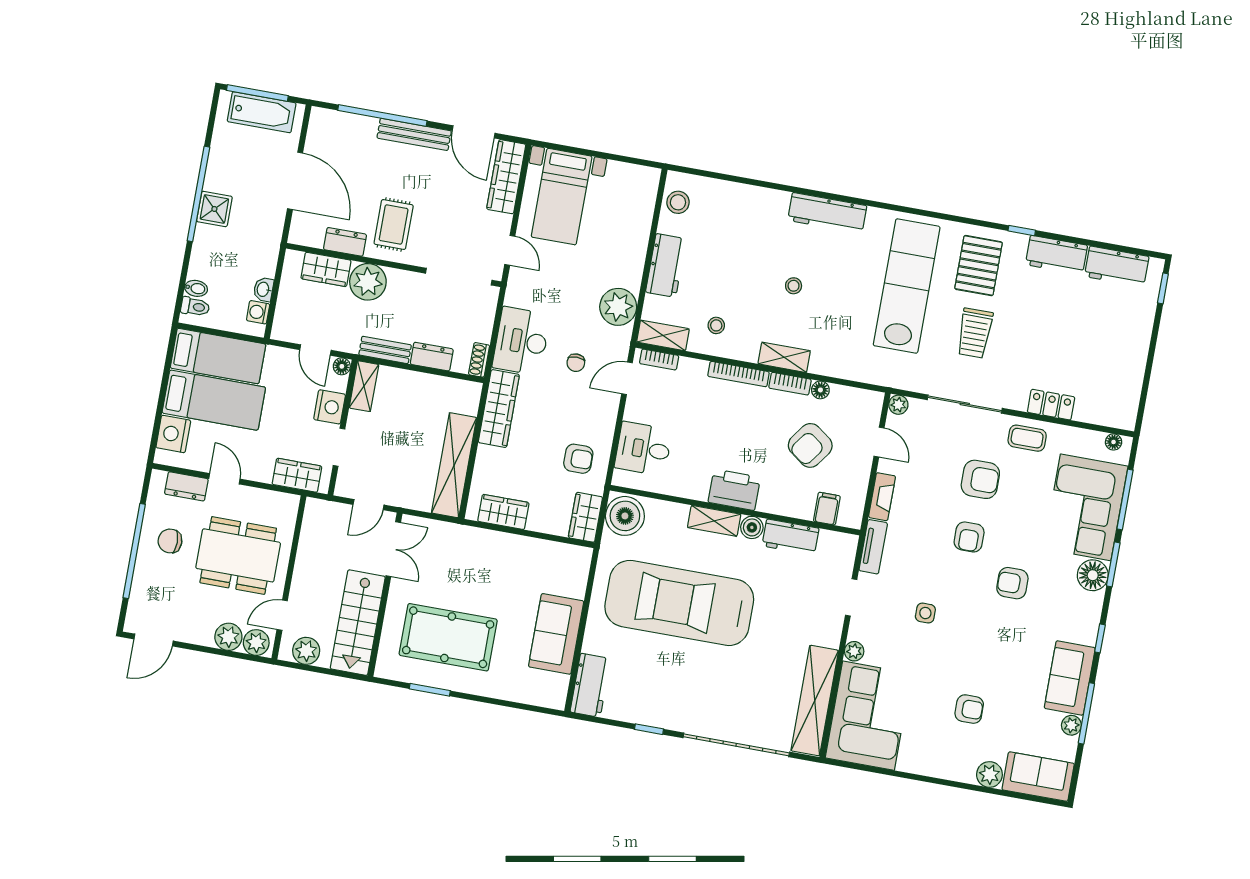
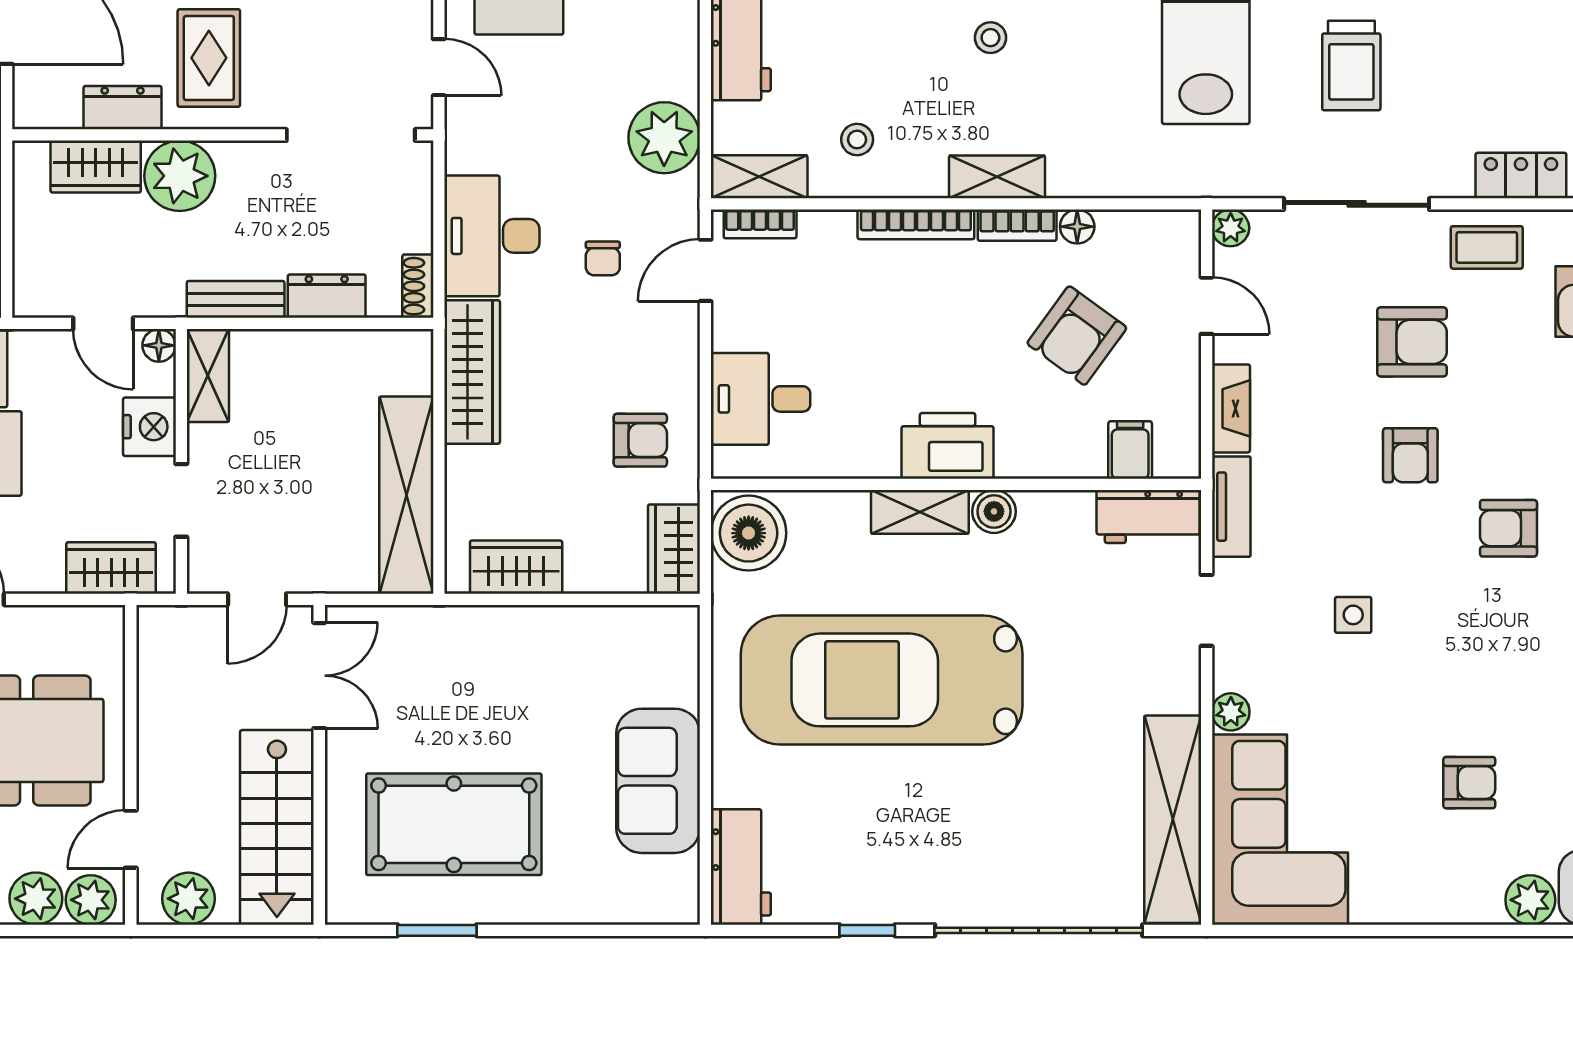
workbench: (791, 537) -> (1148, 516), moved

